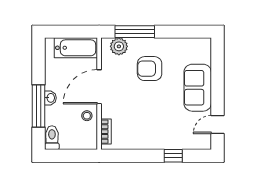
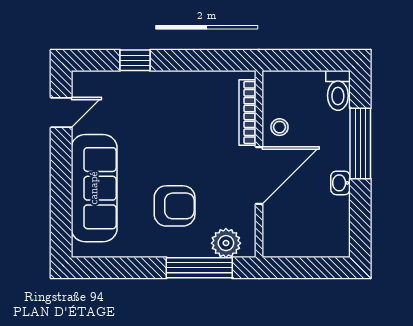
bathtub: (76, 48) -> (298, 241), removed
sofa: (198, 88) -> (94, 188), width x1.36
washbasin: (50, 98) -> (340, 183), moved
bookcase: (106, 132) -> (248, 112), width x1.56

